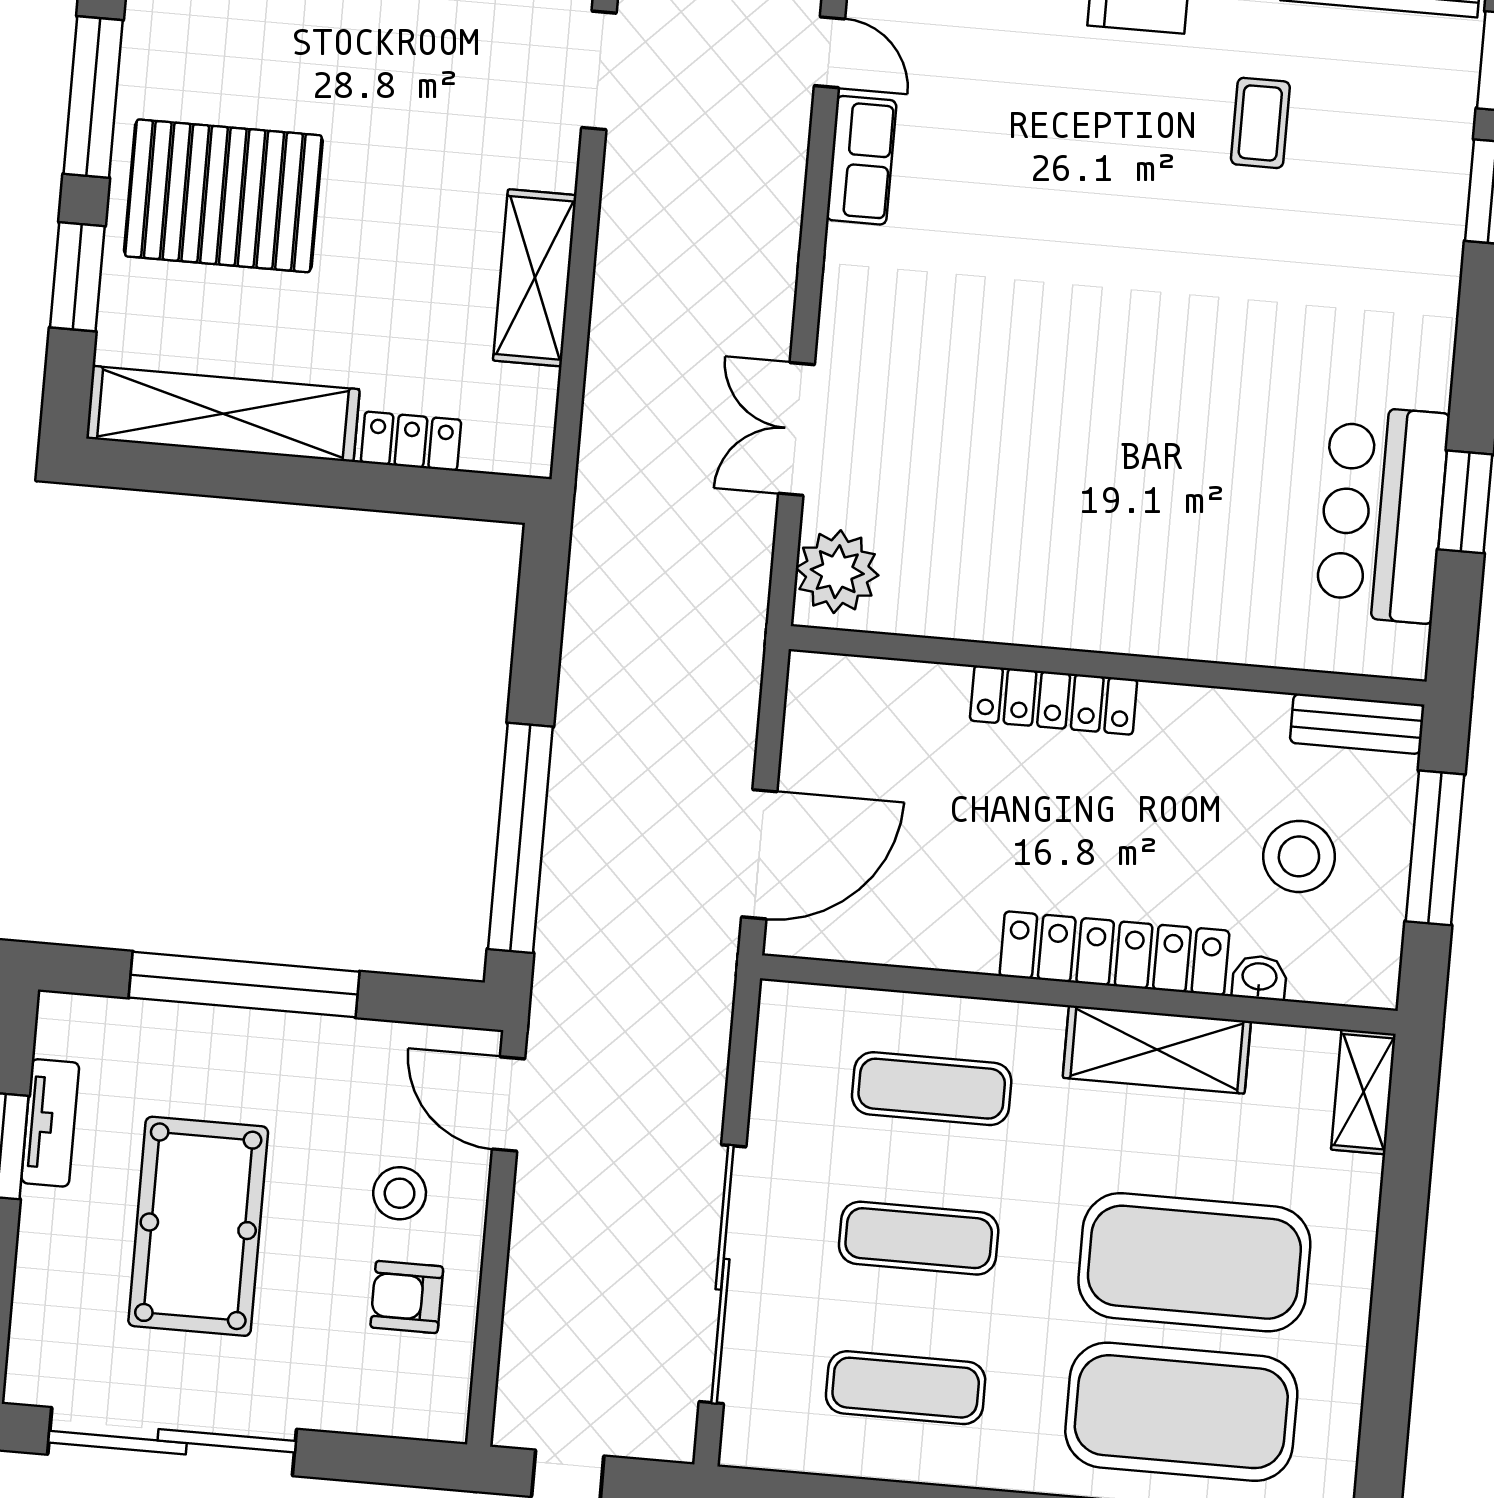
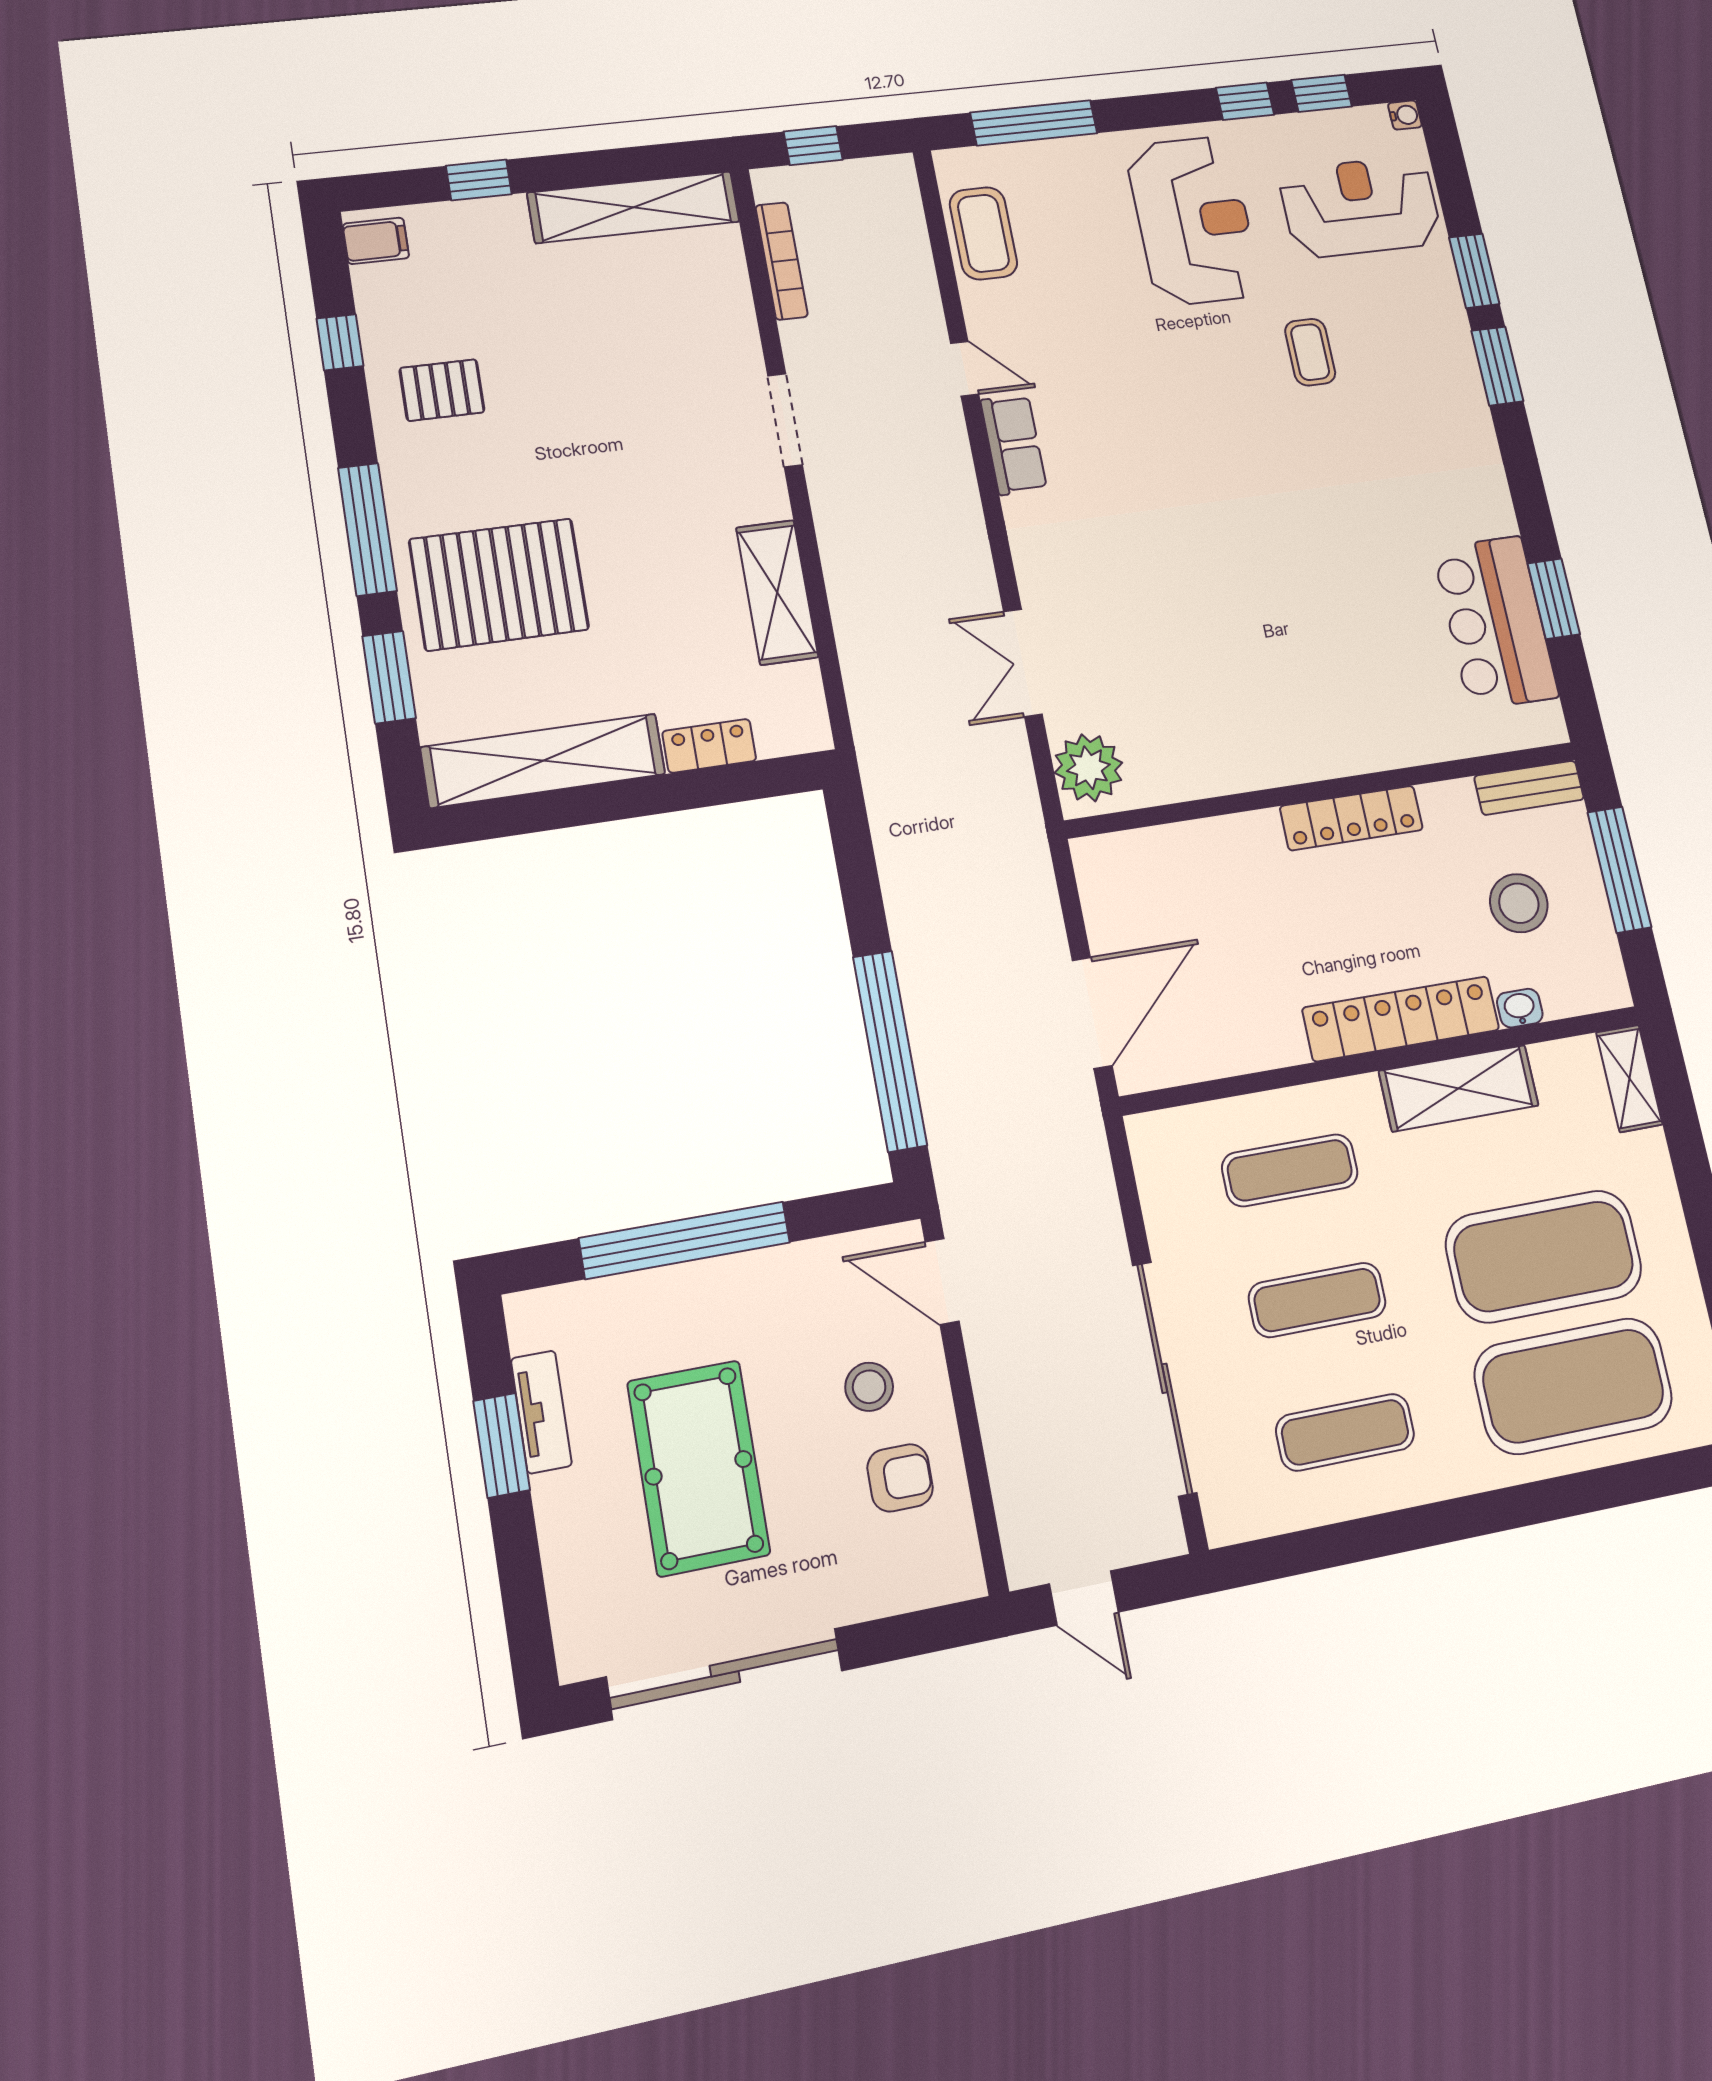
locker: (1054, 700) -> (1351, 818), moved
armchair: (407, 1297) -> (900, 1478), turned 180

